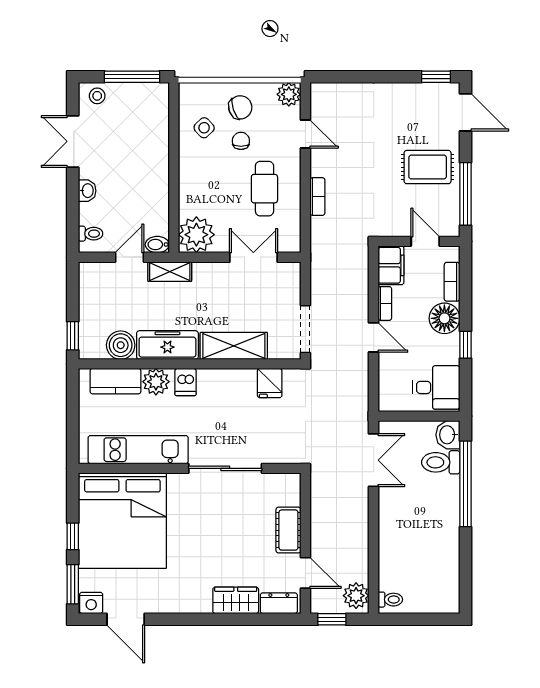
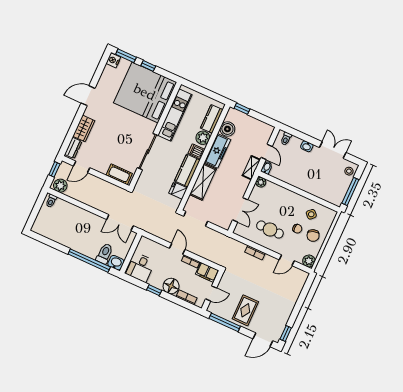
plant: (196, 235) -> (261, 182), width x0.53, depth x0.53
door: (374, 337) -> (177, 249), swing flipped
kitchen counter: (227, 383) -> (187, 171), added
cot: (288, 530) -> (119, 174), moved
door: (126, 619) -> (88, 96), moved

